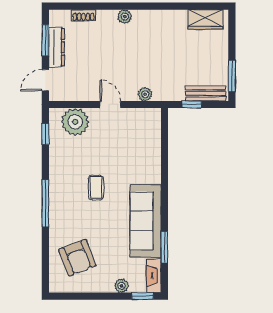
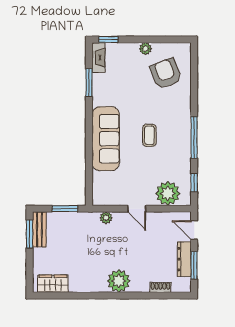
plant: (125, 16) -> (119, 281), width x1.87, depth x1.87
door: (45, 80) -> (194, 230), swing flipped
bench: (206, 93) -> (39, 229), moved, turned 90
window: (192, 104) -> (65, 209), width x1.50
window: (45, 203) -> (194, 137), moved
sofa: (146, 221) -> (106, 139), moved
plant: (122, 286) -> (145, 49), moved

